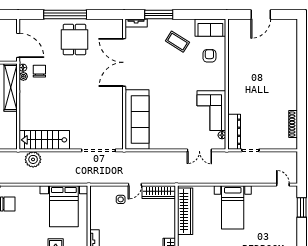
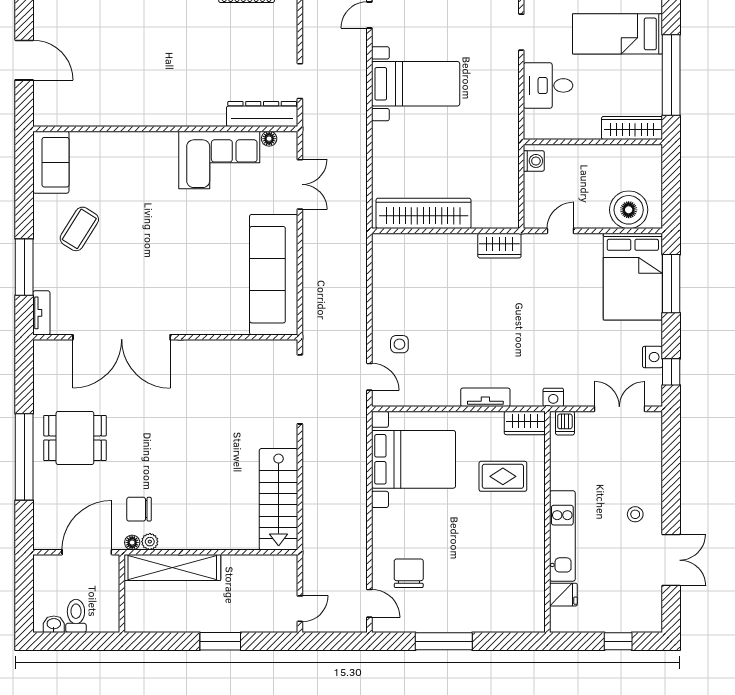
armchair: (209, 56) -> (108, 164), removed
sofa: (137, 120) -> (274, 275), moved, turned -90
plant: (33, 159) -> (318, 522), removed
door: (135, 185) -> (369, 377), moved
wardrobe: (159, 192) -> (385, 267), removed
bed with nightstands: (233, 207) -> (416, 84), moved

